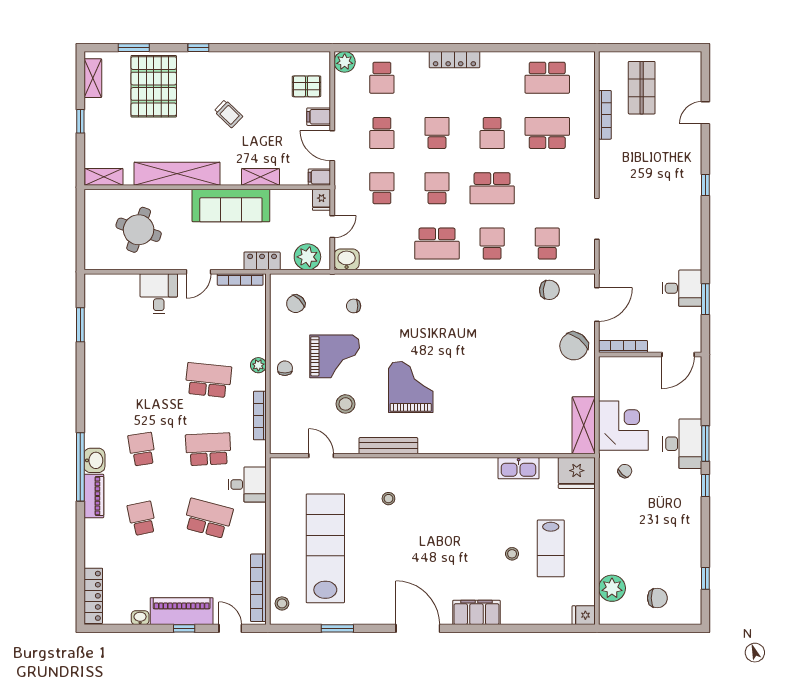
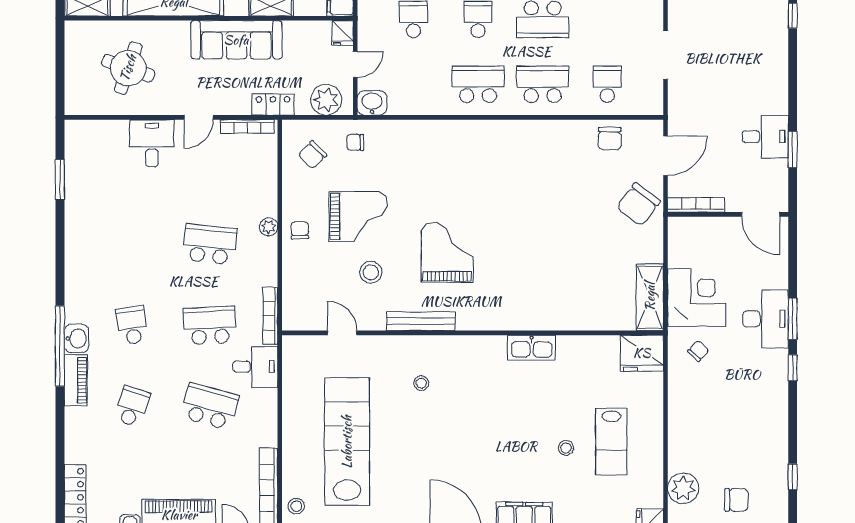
school desk: (437, 244) -> (478, 84), turned 180
school desk: (492, 244) -> (543, 84), width x1.85
chair: (549, 290) -> (610, 139), turned 86
chair: (354, 306) -> (355, 142), moved
door: (678, 355) -> (761, 214), hinge flipped
bookcase: (260, 416) -> (270, 316), moved
kitchen sink: (519, 468) -> (532, 348), moved
school desk: (142, 518) -> (132, 406), turned 30

